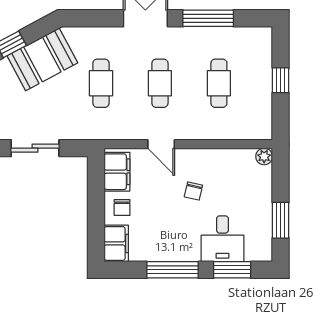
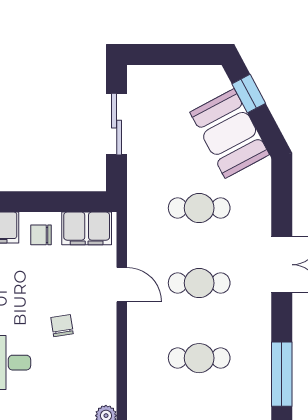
window: (208, 18) -> (282, 374), moved
door: (161, 144) -> (122, 285), swing flipped
chair: (193, 191) -> (62, 326), turned 68

